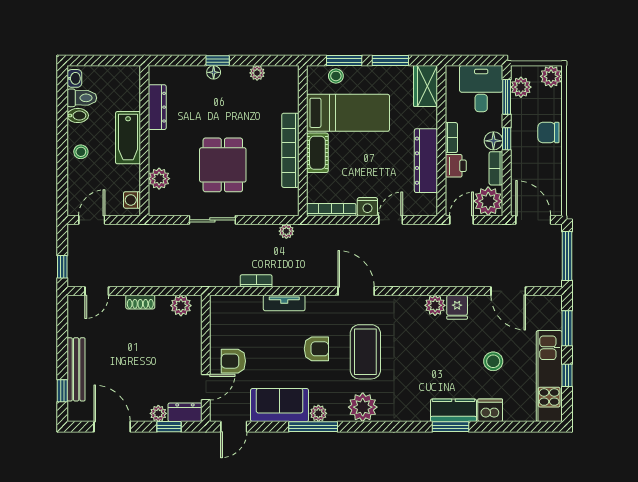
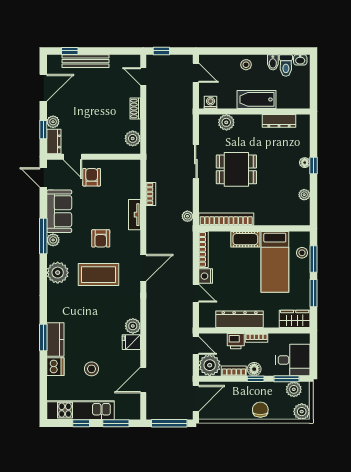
bookcase: (290, 150) -> (226, 219), moved

